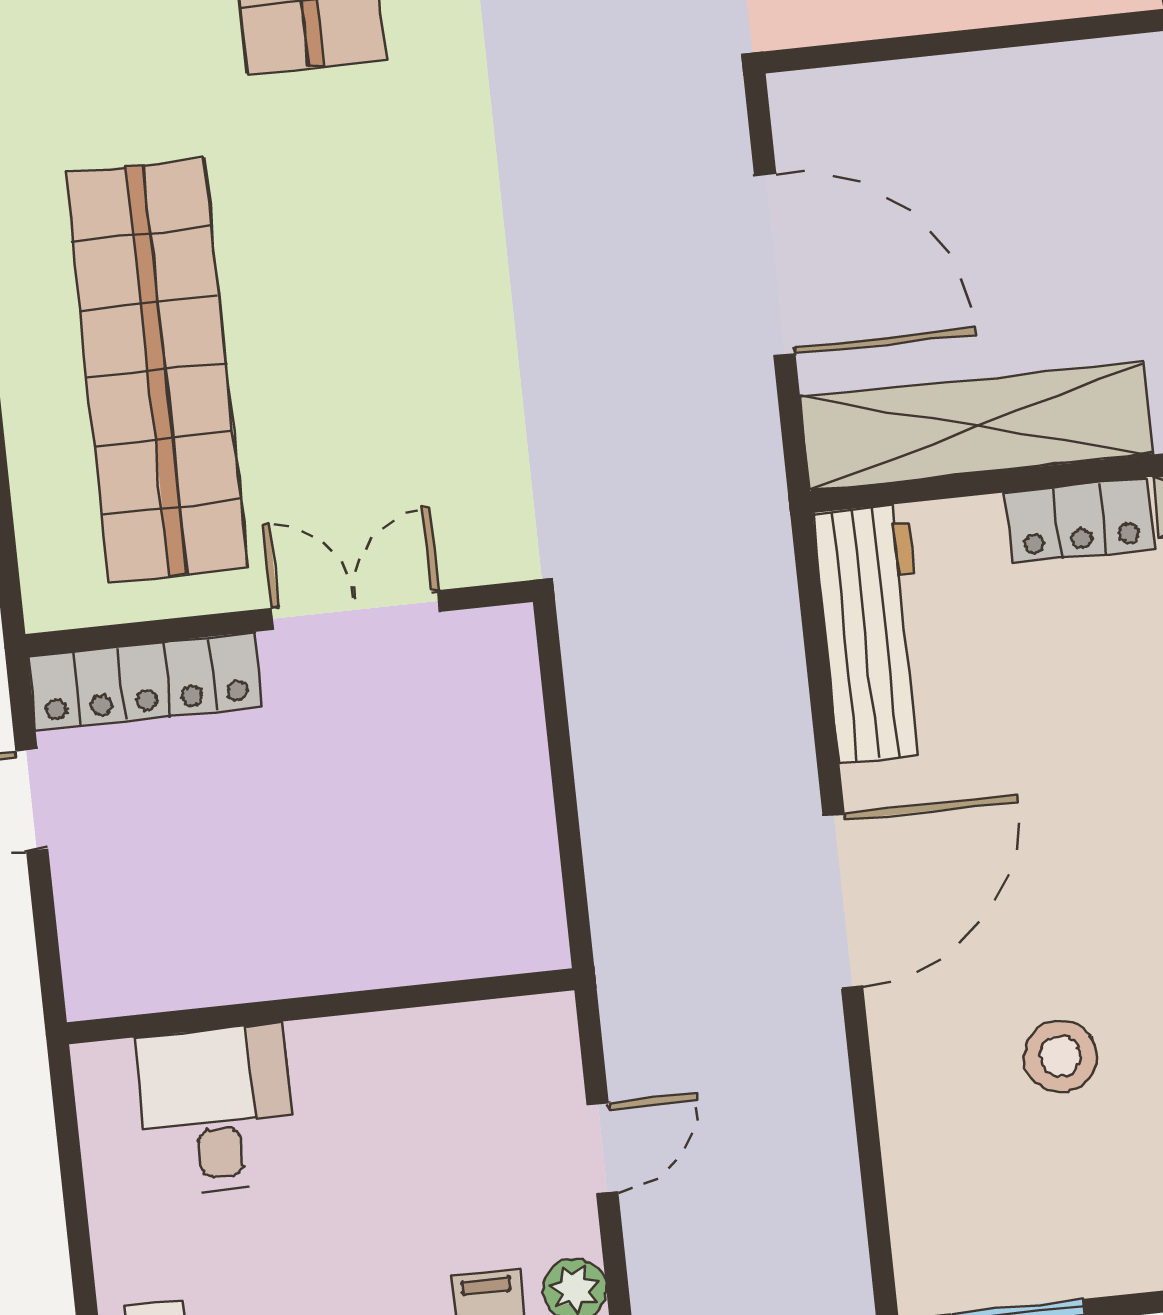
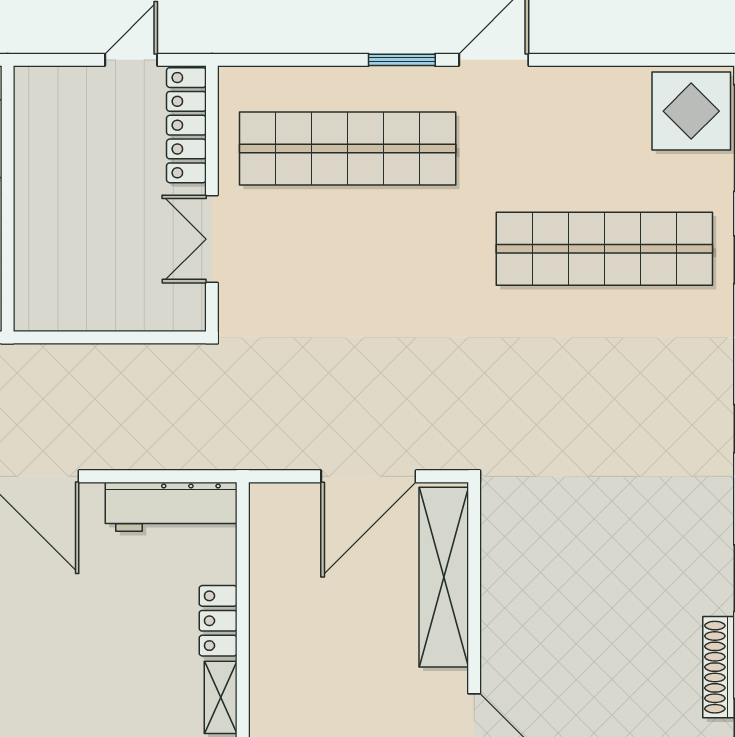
shelving: (976, 426) -> (444, 577), moved
double door: (356, 610) -> (212, 239), swing flipped

